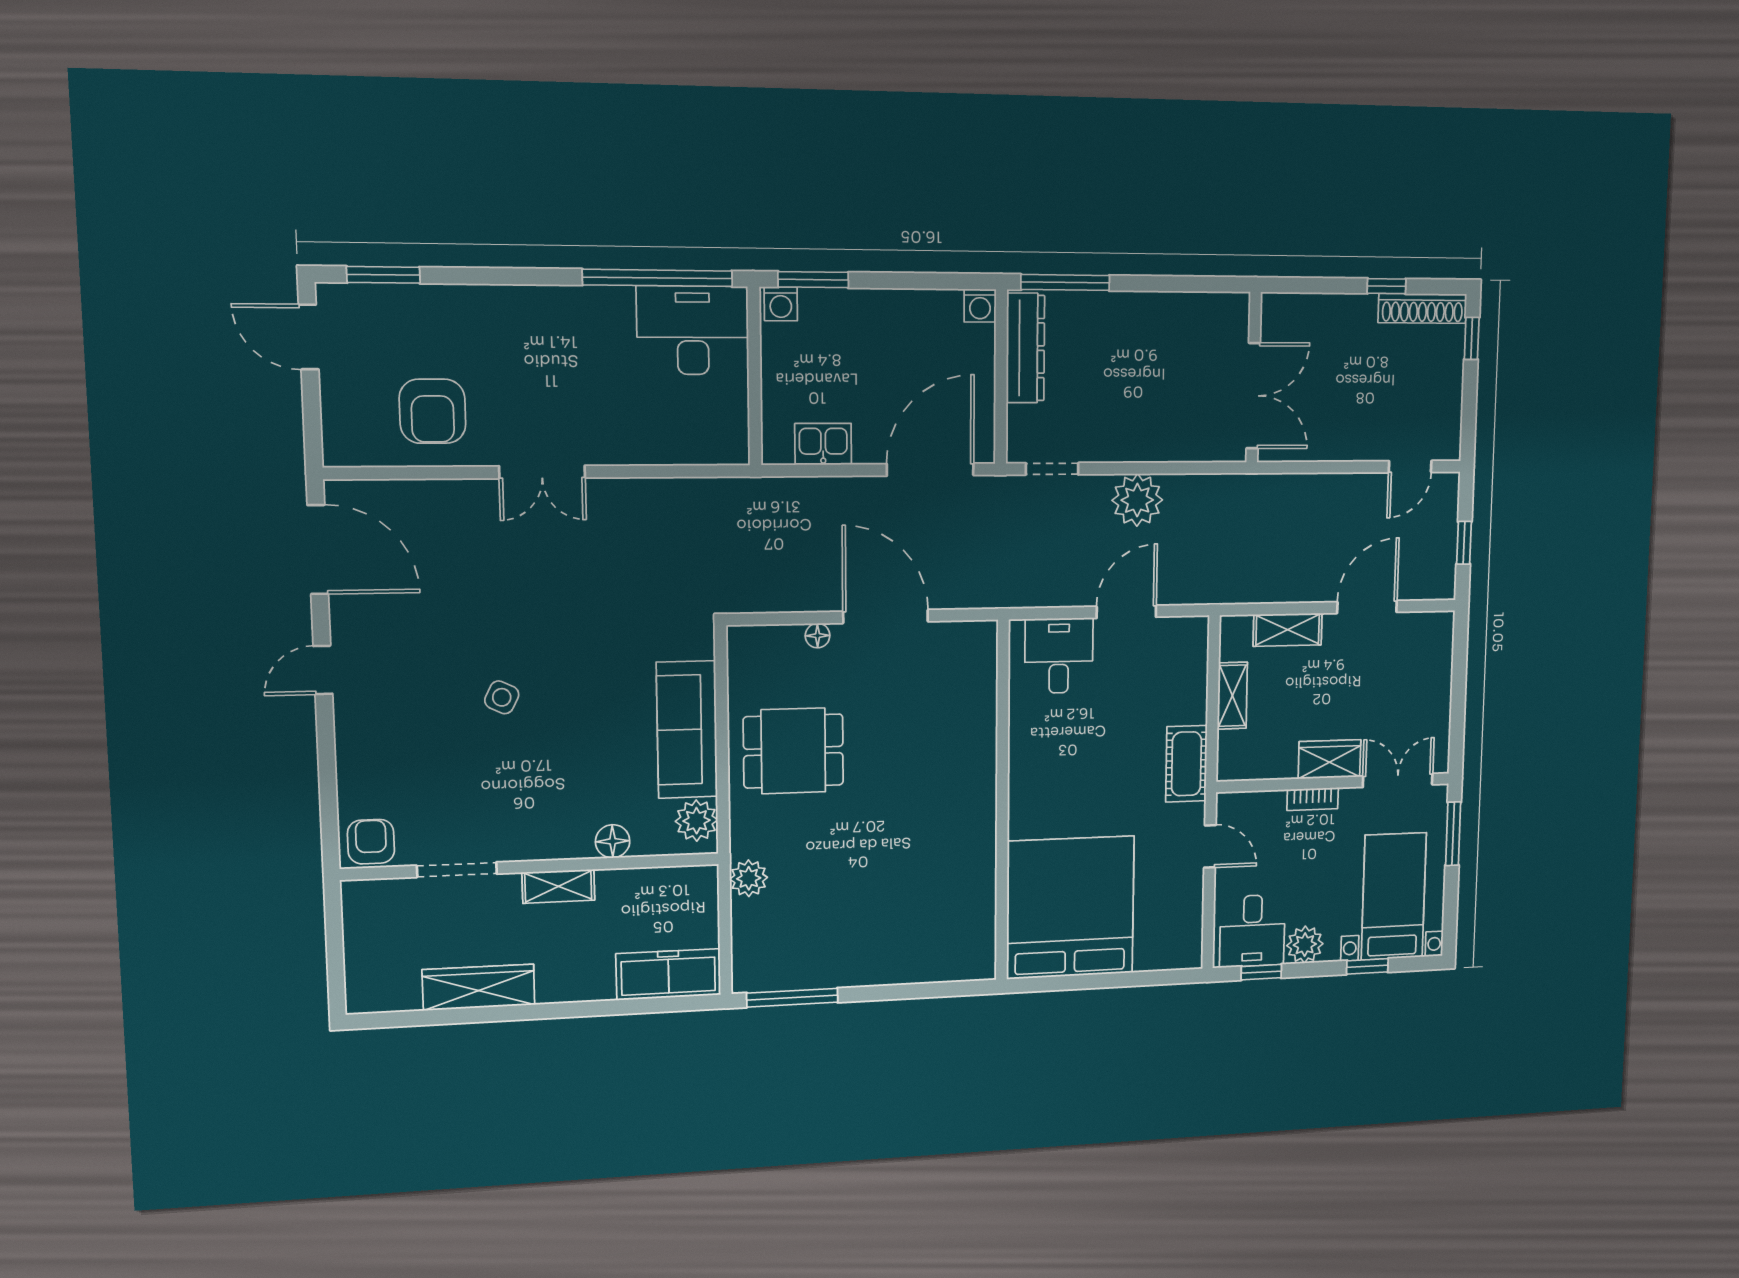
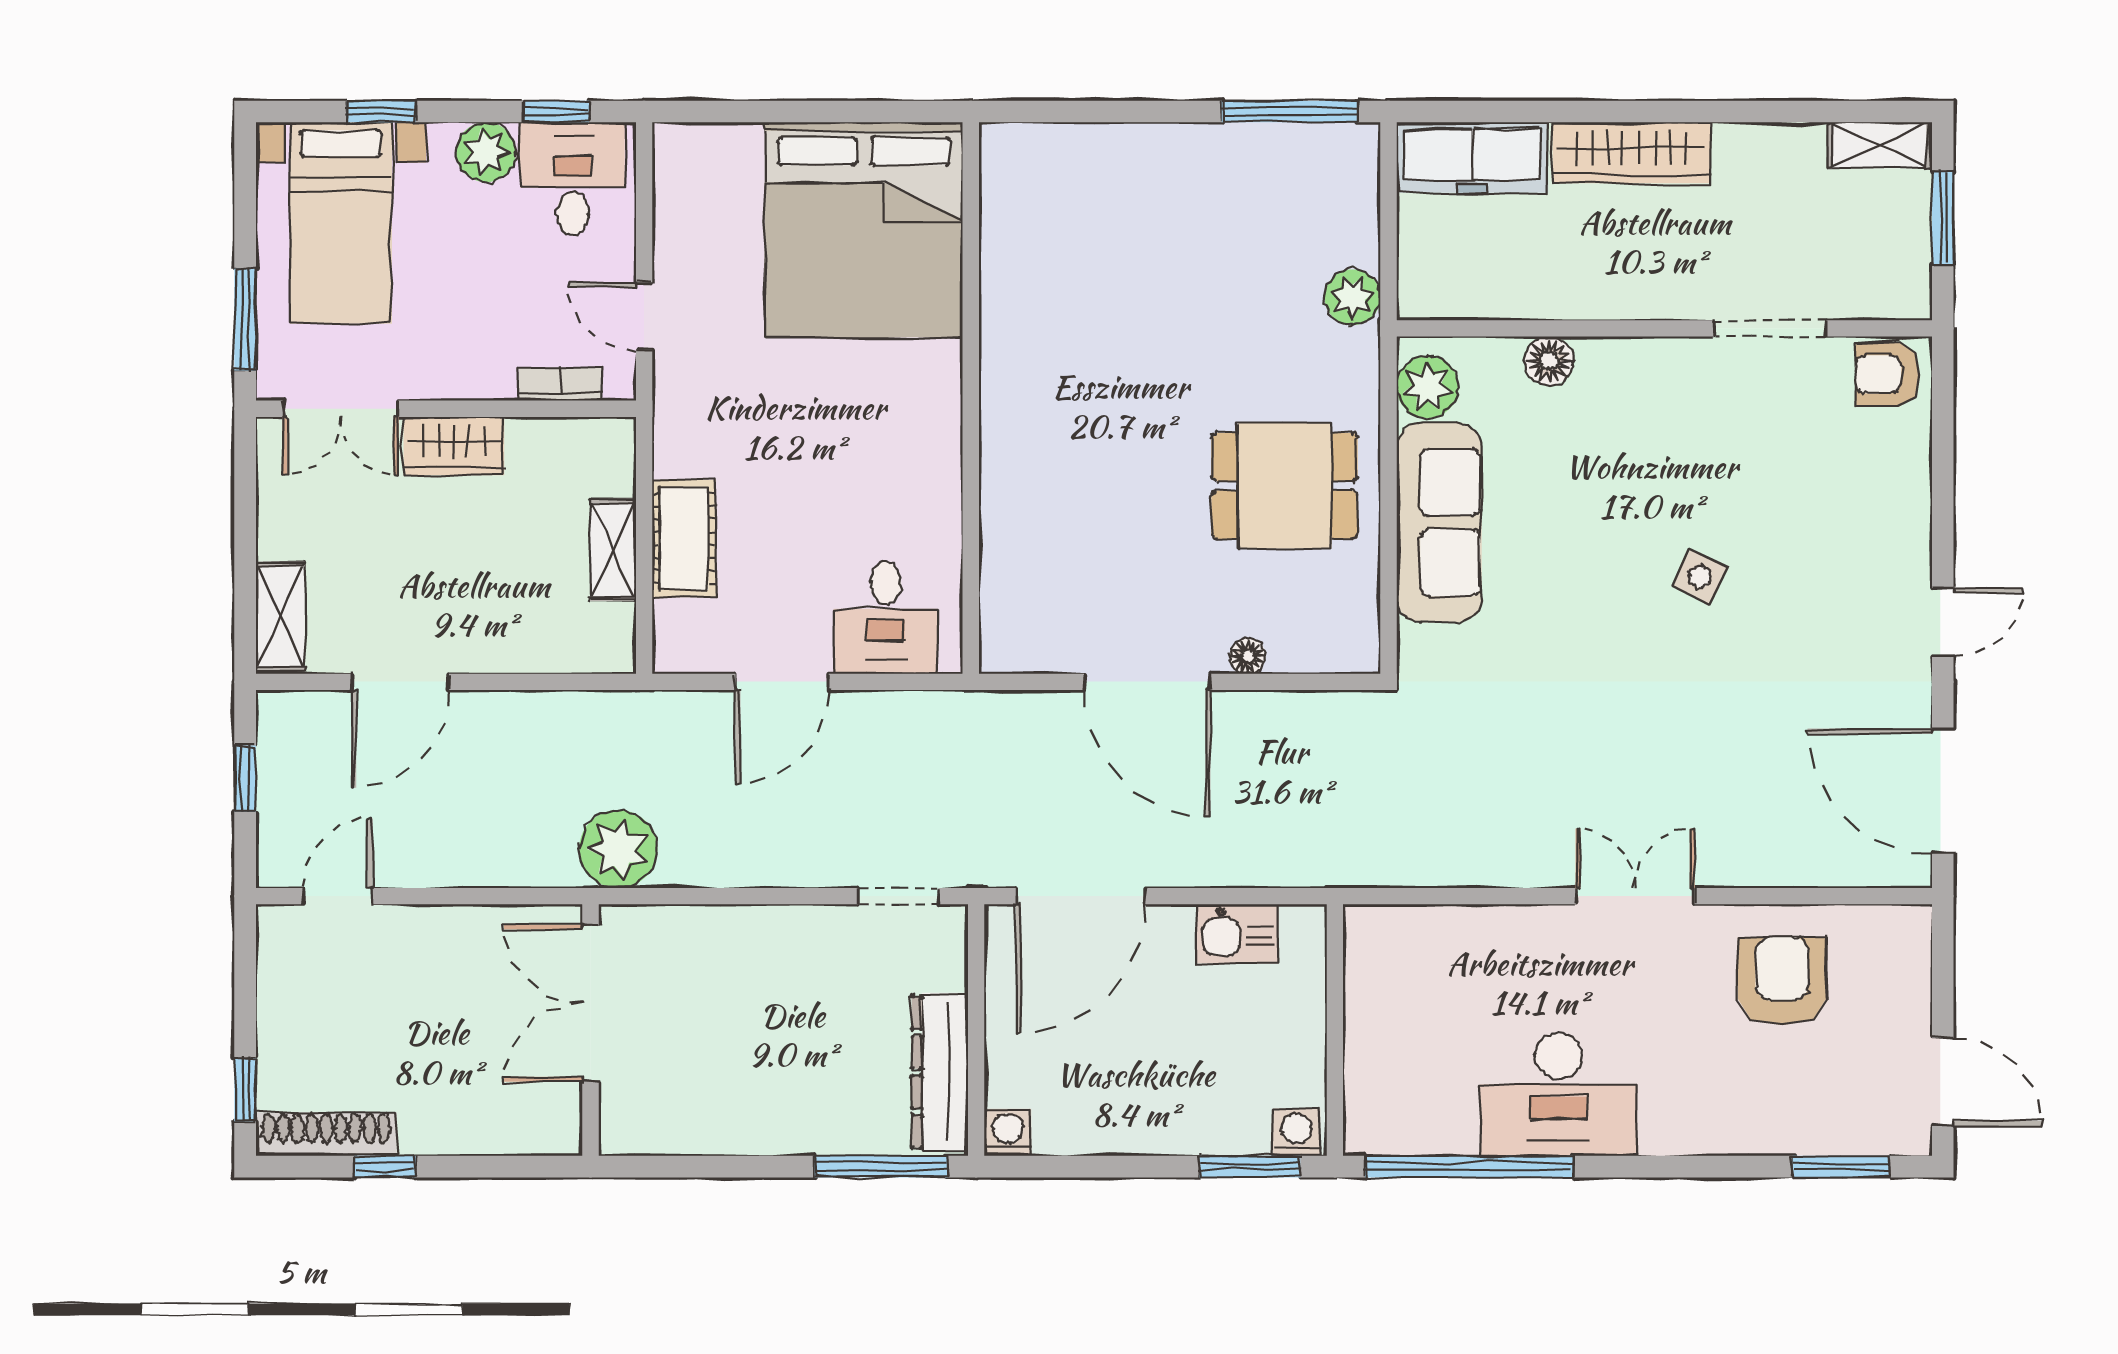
desk: (693, 330) -> (1559, 1094), moved
plant: (1137, 500) -> (618, 849), moved
shelving: (1288, 630) -> (280, 616), moved, turned 90
cot: (1186, 764) -> (684, 538), moved
bookcase: (1313, 799) -> (560, 384), moved
armchair: (371, 842) -> (1887, 374), turned 90
shelving: (558, 886) -> (1879, 145), moved
window: (335, 950) -> (1943, 218), added
wardrobe: (479, 987) -> (1631, 153), moved

